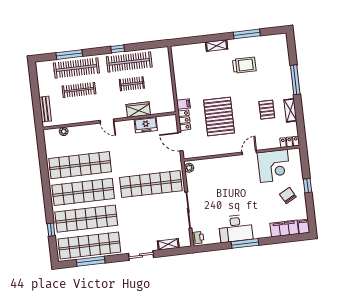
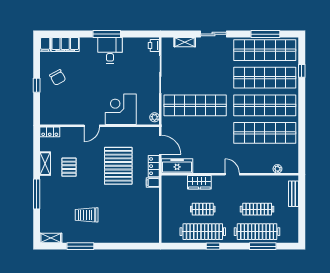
shelving: (217, 46) -> (51, 238), moved
freezer: (146, 125) -> (177, 166), moved, width x1.40
corner desk: (274, 166) -> (121, 109), moved
desk: (236, 228) -> (110, 50), width x0.73

